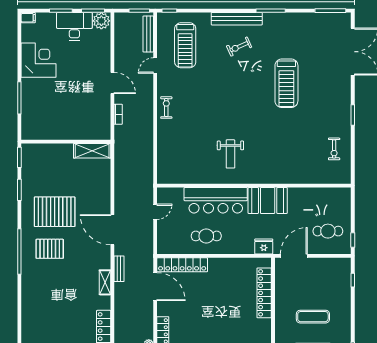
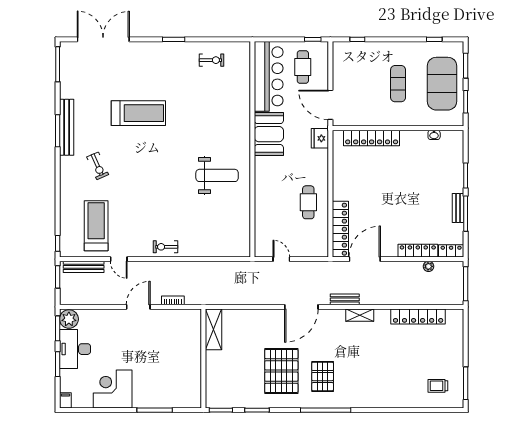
bench: (237, 19) -> (67, 127), moved
treadmill: (185, 45) -> (96, 226), turned -90
weight bench: (230, 154) -> (217, 175), width x1.36, depth x1.33
bar counter: (216, 200) -> (269, 76), moved

